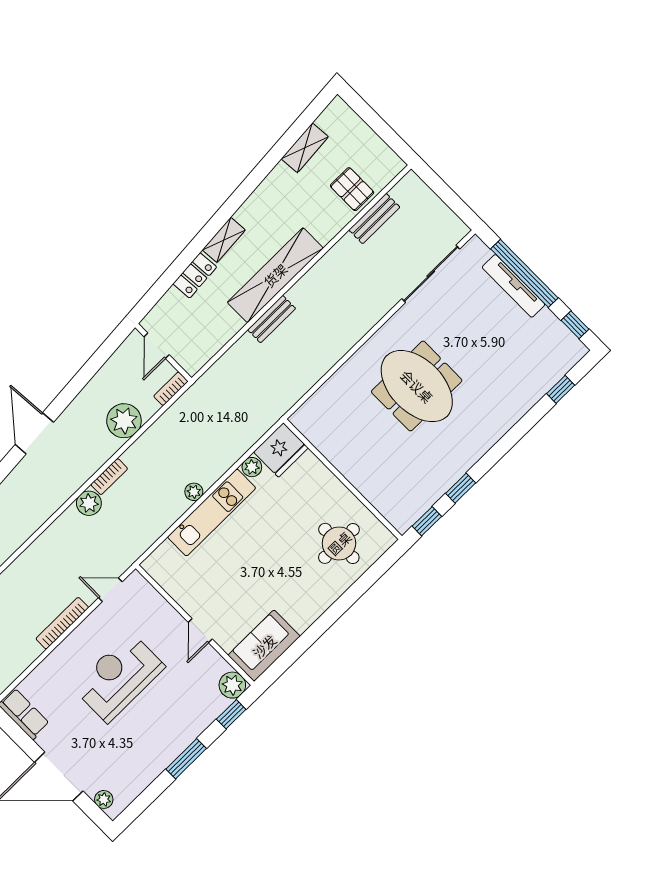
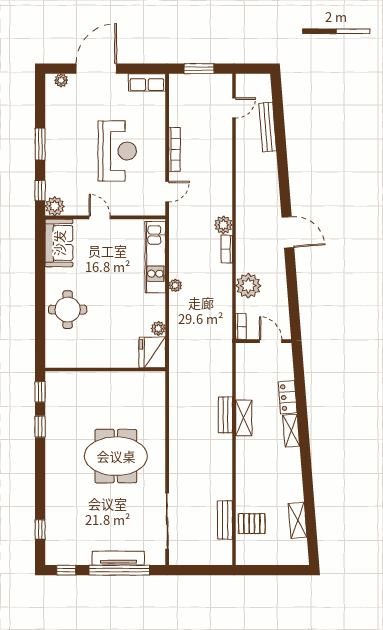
shelving: (275, 275) -> (244, 418), width x0.45, depth x0.75
kitchen unit: (212, 512) -> (155, 257), moved
round table: (339, 543) -> (68, 310), moved

